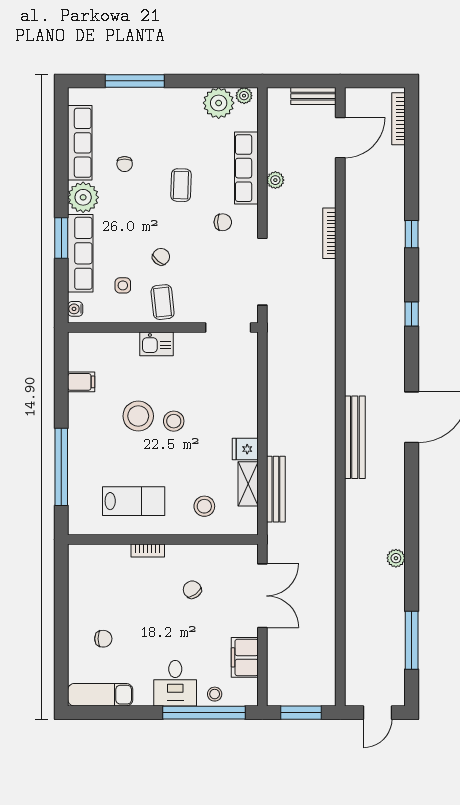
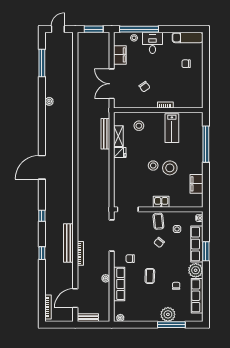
plant: (219, 103) -> (168, 314), moved
filing cabinet: (81, 382) -> (196, 184), width x2.00
bench: (355, 437) -> (68, 243), moved
lab bench: (134, 501) -> (172, 128), turned -90

